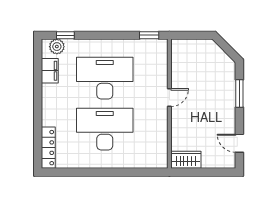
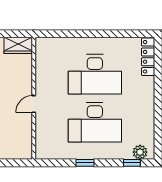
window: (149, 35) -> (85, 163), moved
filing cabinet: (50, 71) -> (147, 129), removed

